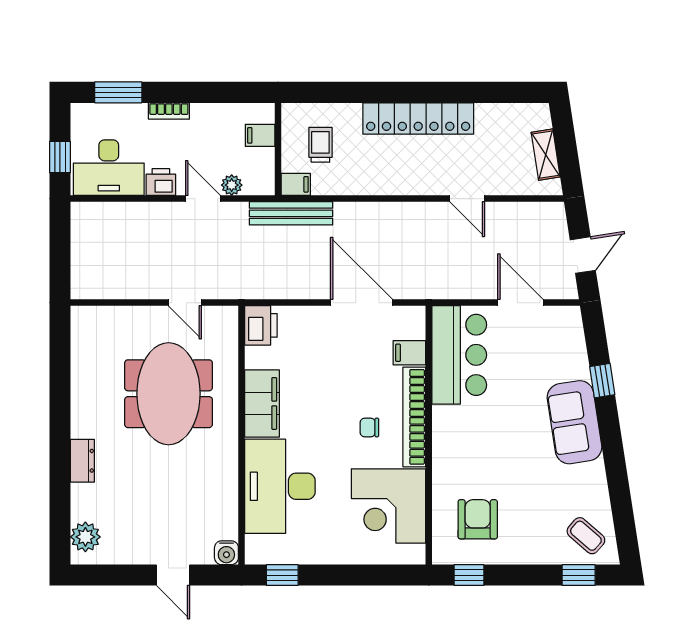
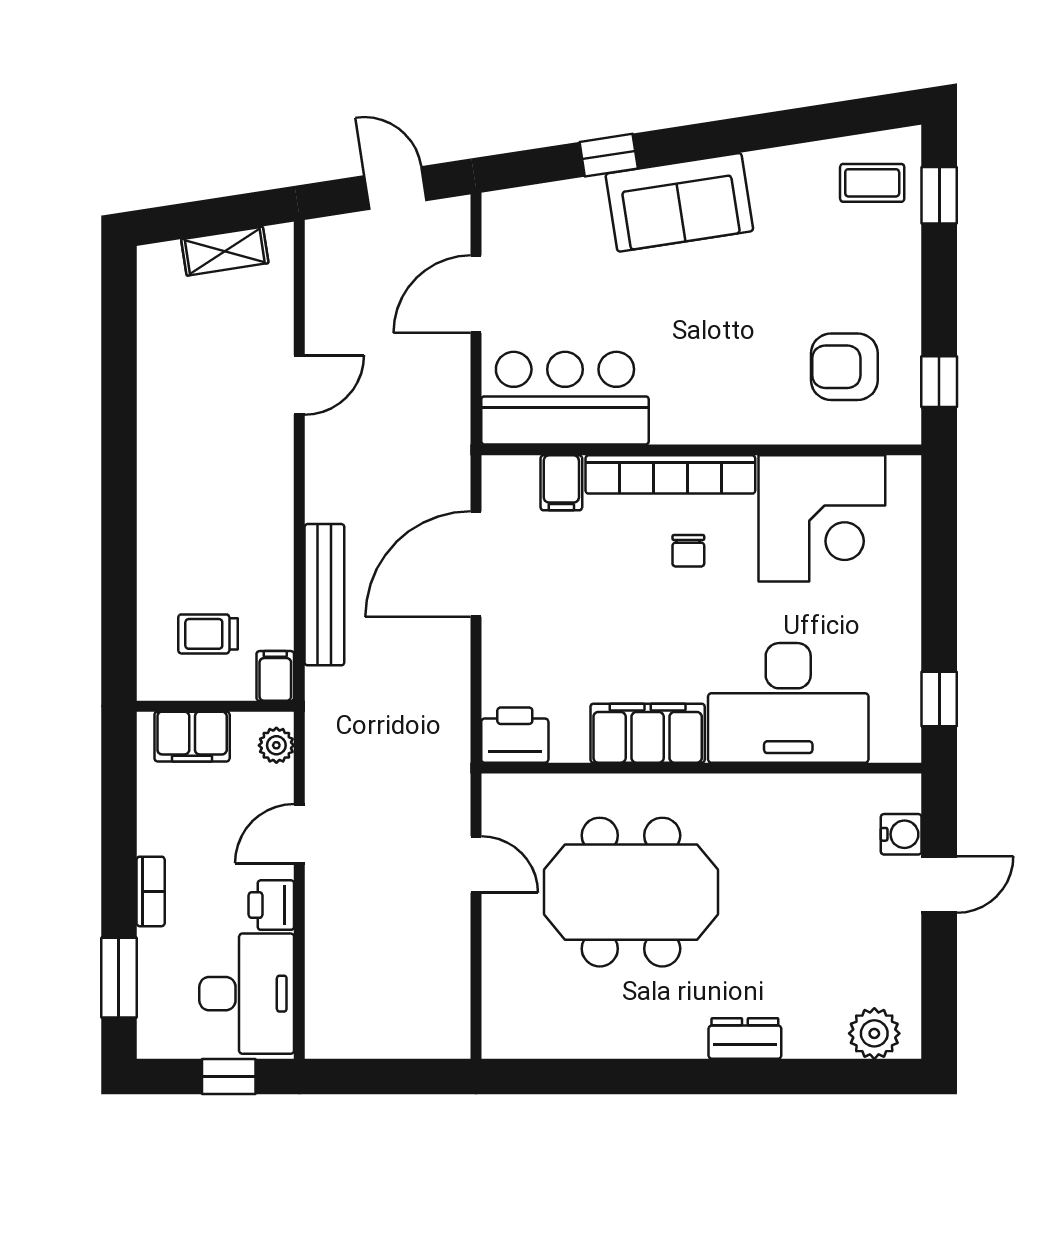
locker: (418, 118) -> (163, 468), removed
filing cabinet: (260, 135) -> (192, 737), width x2.00
plant: (232, 185) -> (276, 745), moved
bench: (291, 213) -> (324, 595), moved
door: (185, 303) -> (476, 864), hinge flipped
coffee table: (586, 536) -> (872, 183), turned 49
water cooler: (226, 553) -> (901, 834), moved

